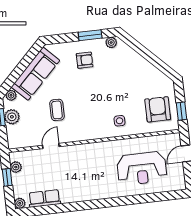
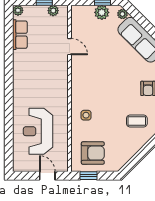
coffee table: (57, 110) -> (137, 121), moved

